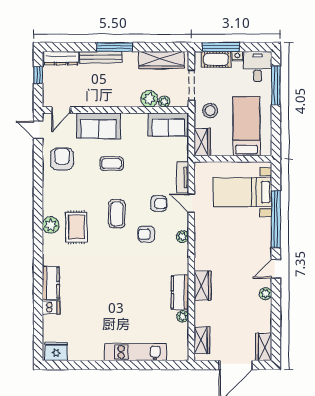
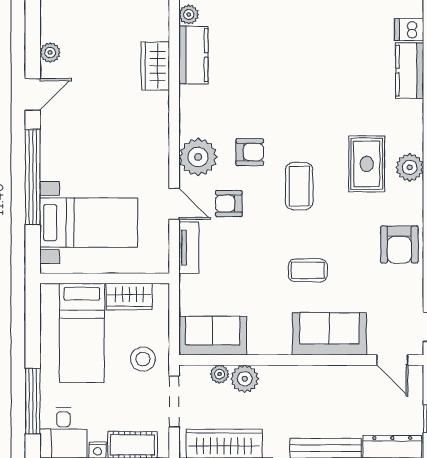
door: (61, 110) -> (392, 360), swing flipped
wardrobe: (202, 142) -> (129, 297), moved, turned -90
armchair: (62, 159) -> (399, 245), moved
plant: (182, 237) -> (198, 157), width x1.88, depth x1.88

